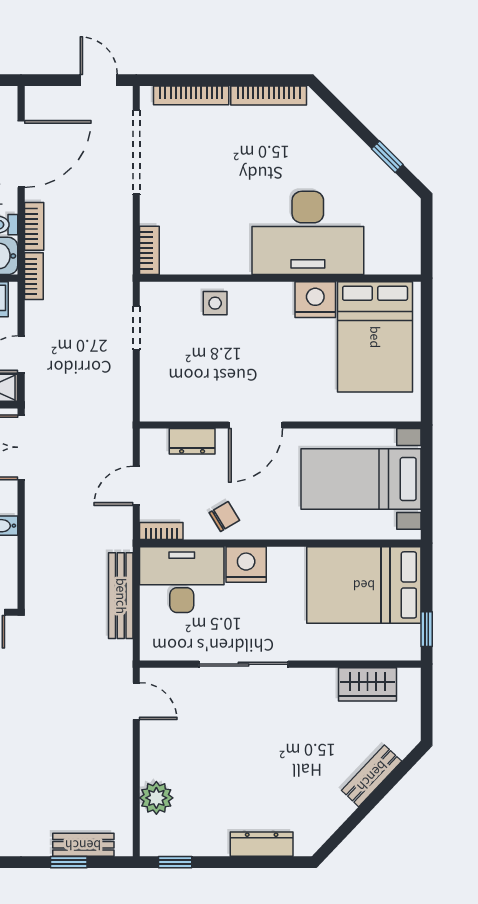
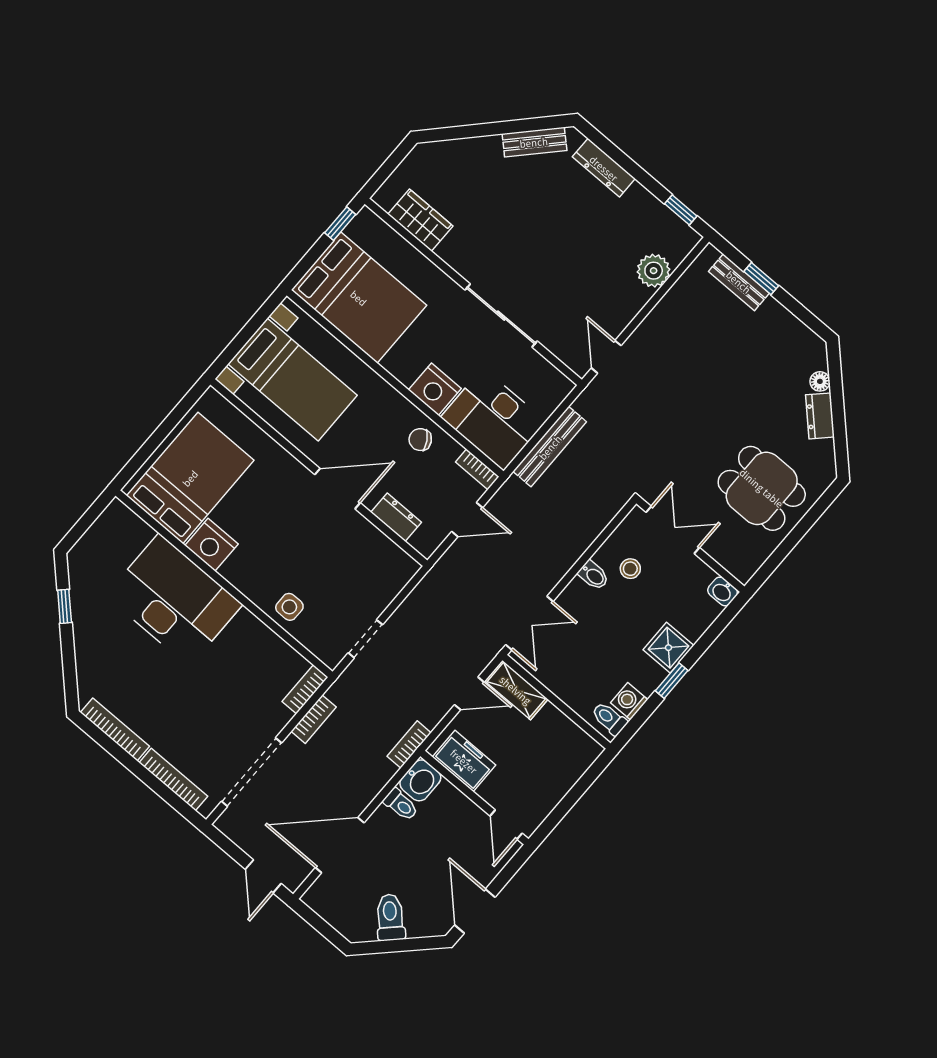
door: (99, 80) -> (263, 876), moved
bookcase: (34, 226) -> (314, 719), moved, turned 180
bench: (372, 776) -> (534, 142), moved

